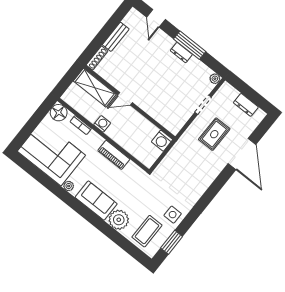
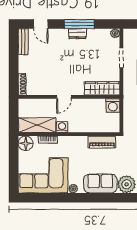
bench: (116, 37) -> (23, 42), moved
shelving: (95, 88) -> (37, 125), moved
wardrobe: (165, 118) -> (102, 88), added
piano: (114, 155) -> (102, 142), moved

